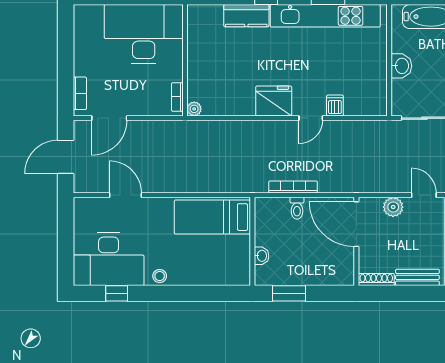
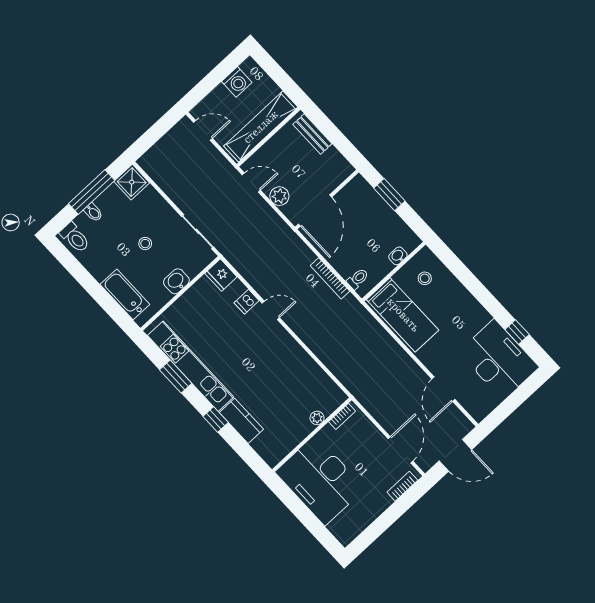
fridge: (274, 101) -> (221, 275), moved, width x0.73, depth x0.75
plant: (194, 109) -> (317, 418), moved
door: (109, 118) -> (400, 450), hinge flipped
door: (424, 195) -> (251, 182), swing flipped
toilet: (297, 208) -> (358, 279), moved
stool: (160, 276) -> (425, 278), moved
shoe rack: (376, 280) -> (340, 161), removed
window: (289, 293) -> (389, 195), moved

